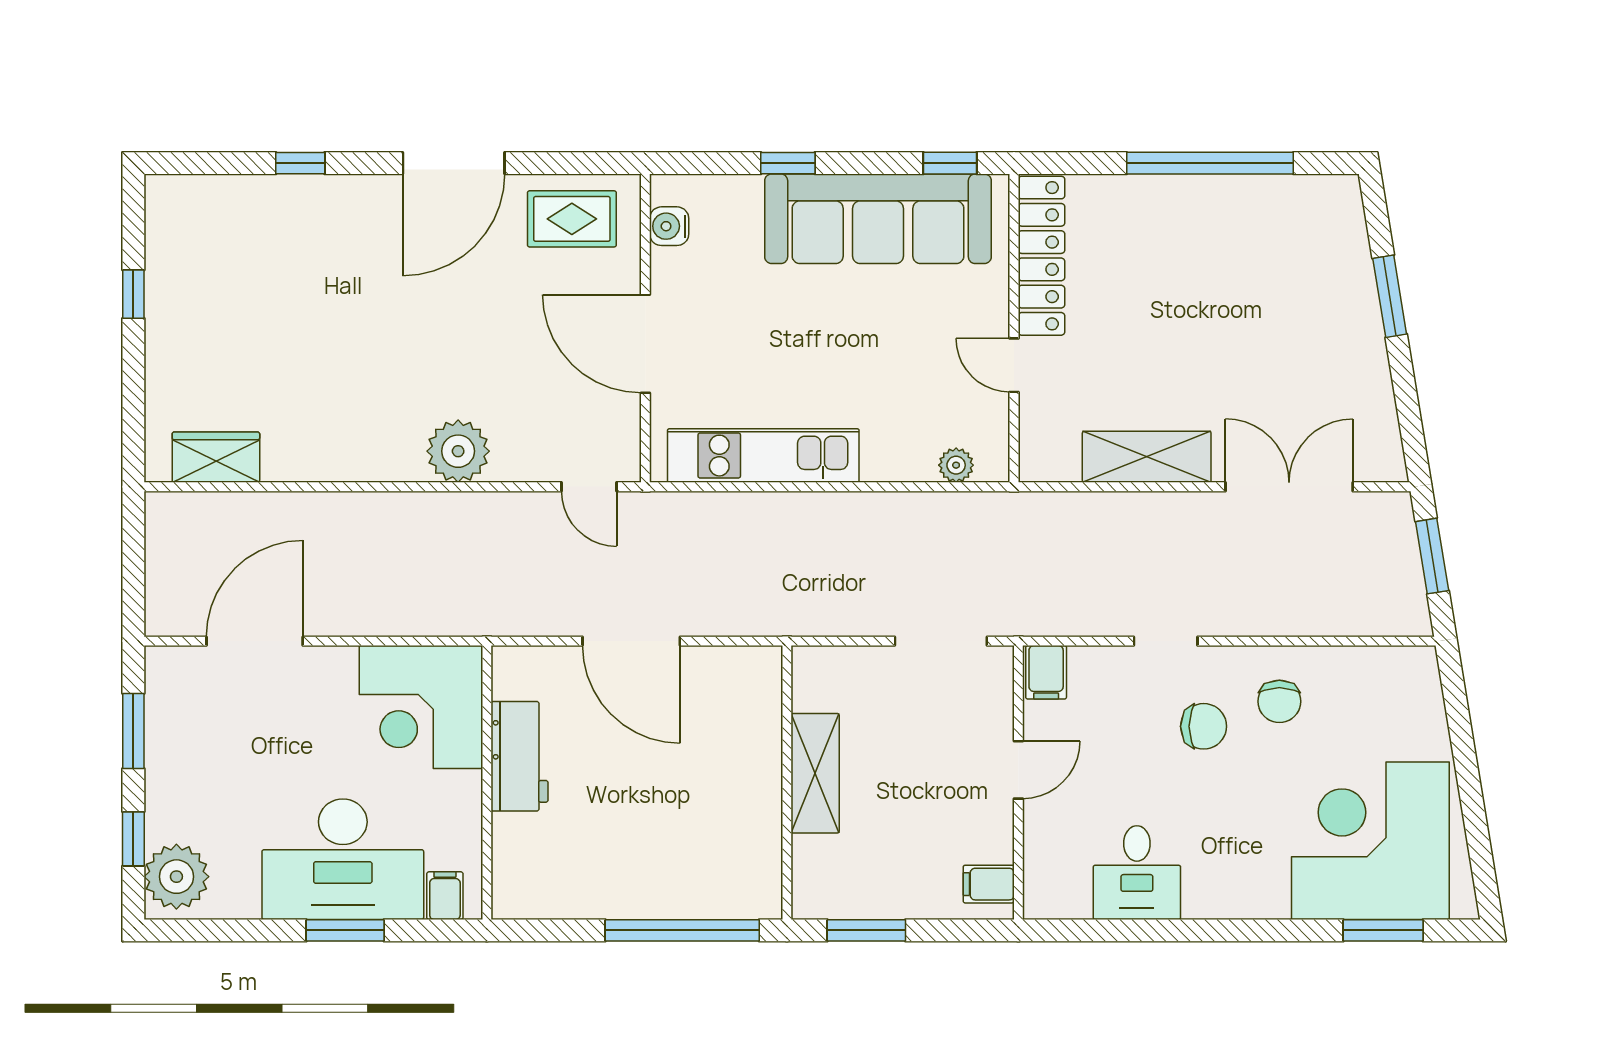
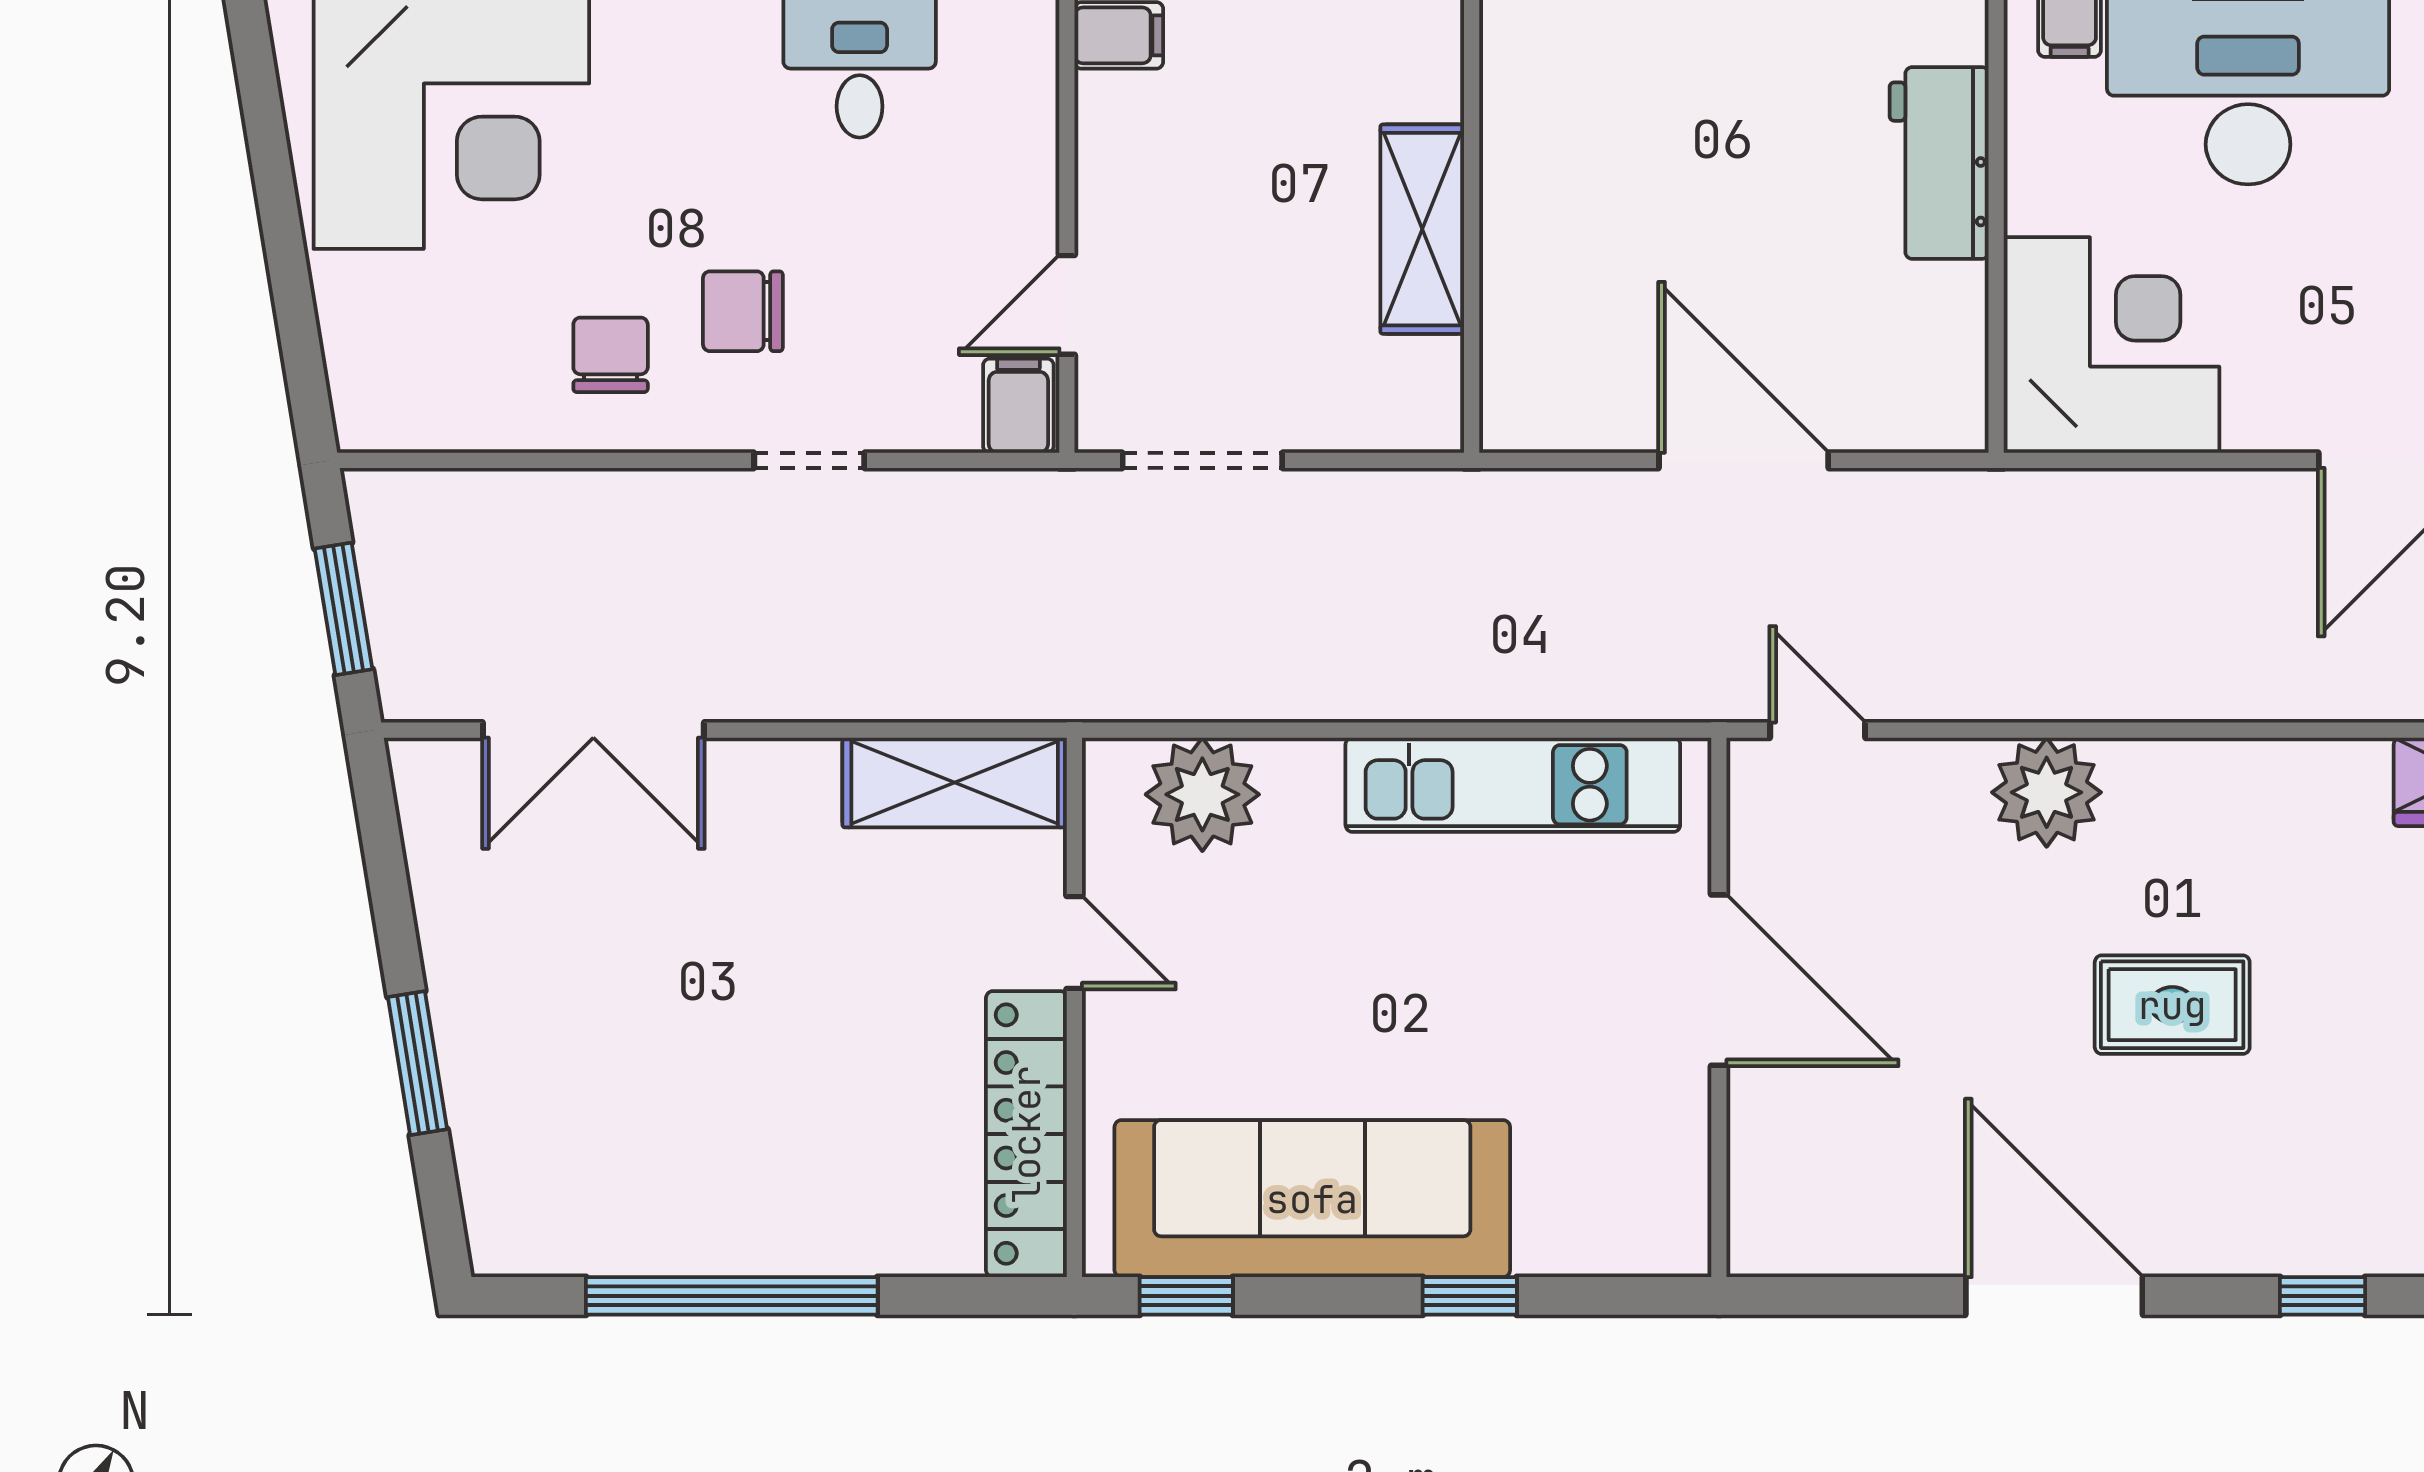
door: (454, 163) -> (2054, 1296), hinge flipped
rug: (572, 219) -> (2172, 1005), moved
water cooler: (669, 226) -> (1677, 1186), removed
shelving: (1147, 457) -> (955, 783), moved
plant: (956, 465) -> (1202, 794), width x1.87, depth x1.87
workbench: (520, 756) -> (1939, 163), moved
door: (1018, 770) -> (1067, 305), moved

